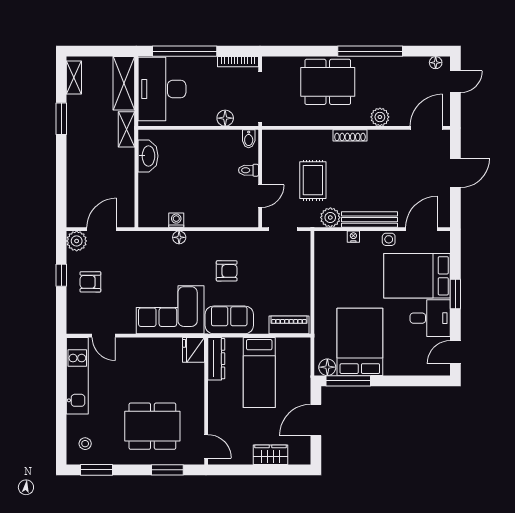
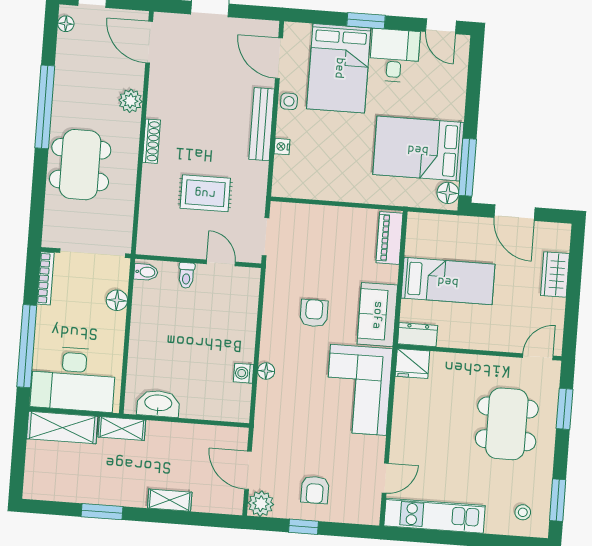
shelving: (74, 77) -> (170, 500), moved
plant: (330, 217) -> (255, 175), removed
dresser: (216, 359) -> (418, 335), width x0.70

